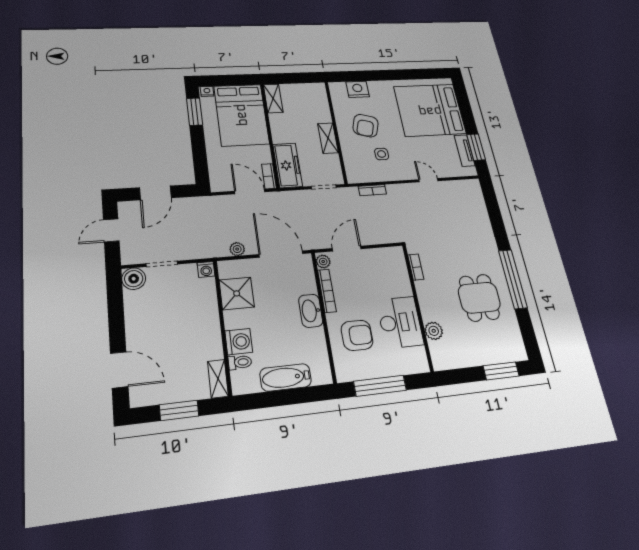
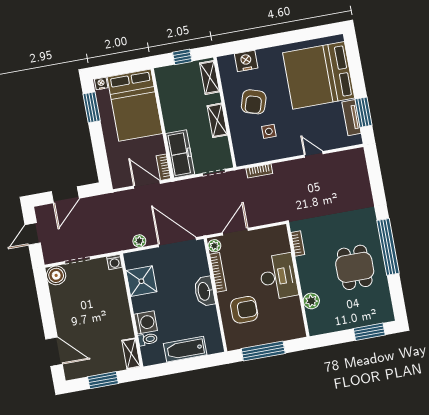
window: (293, 78) -> (182, 57), added
shelving: (273, 98) -> (210, 77), moved
desk: (400, 322) -> (278, 277), moved

